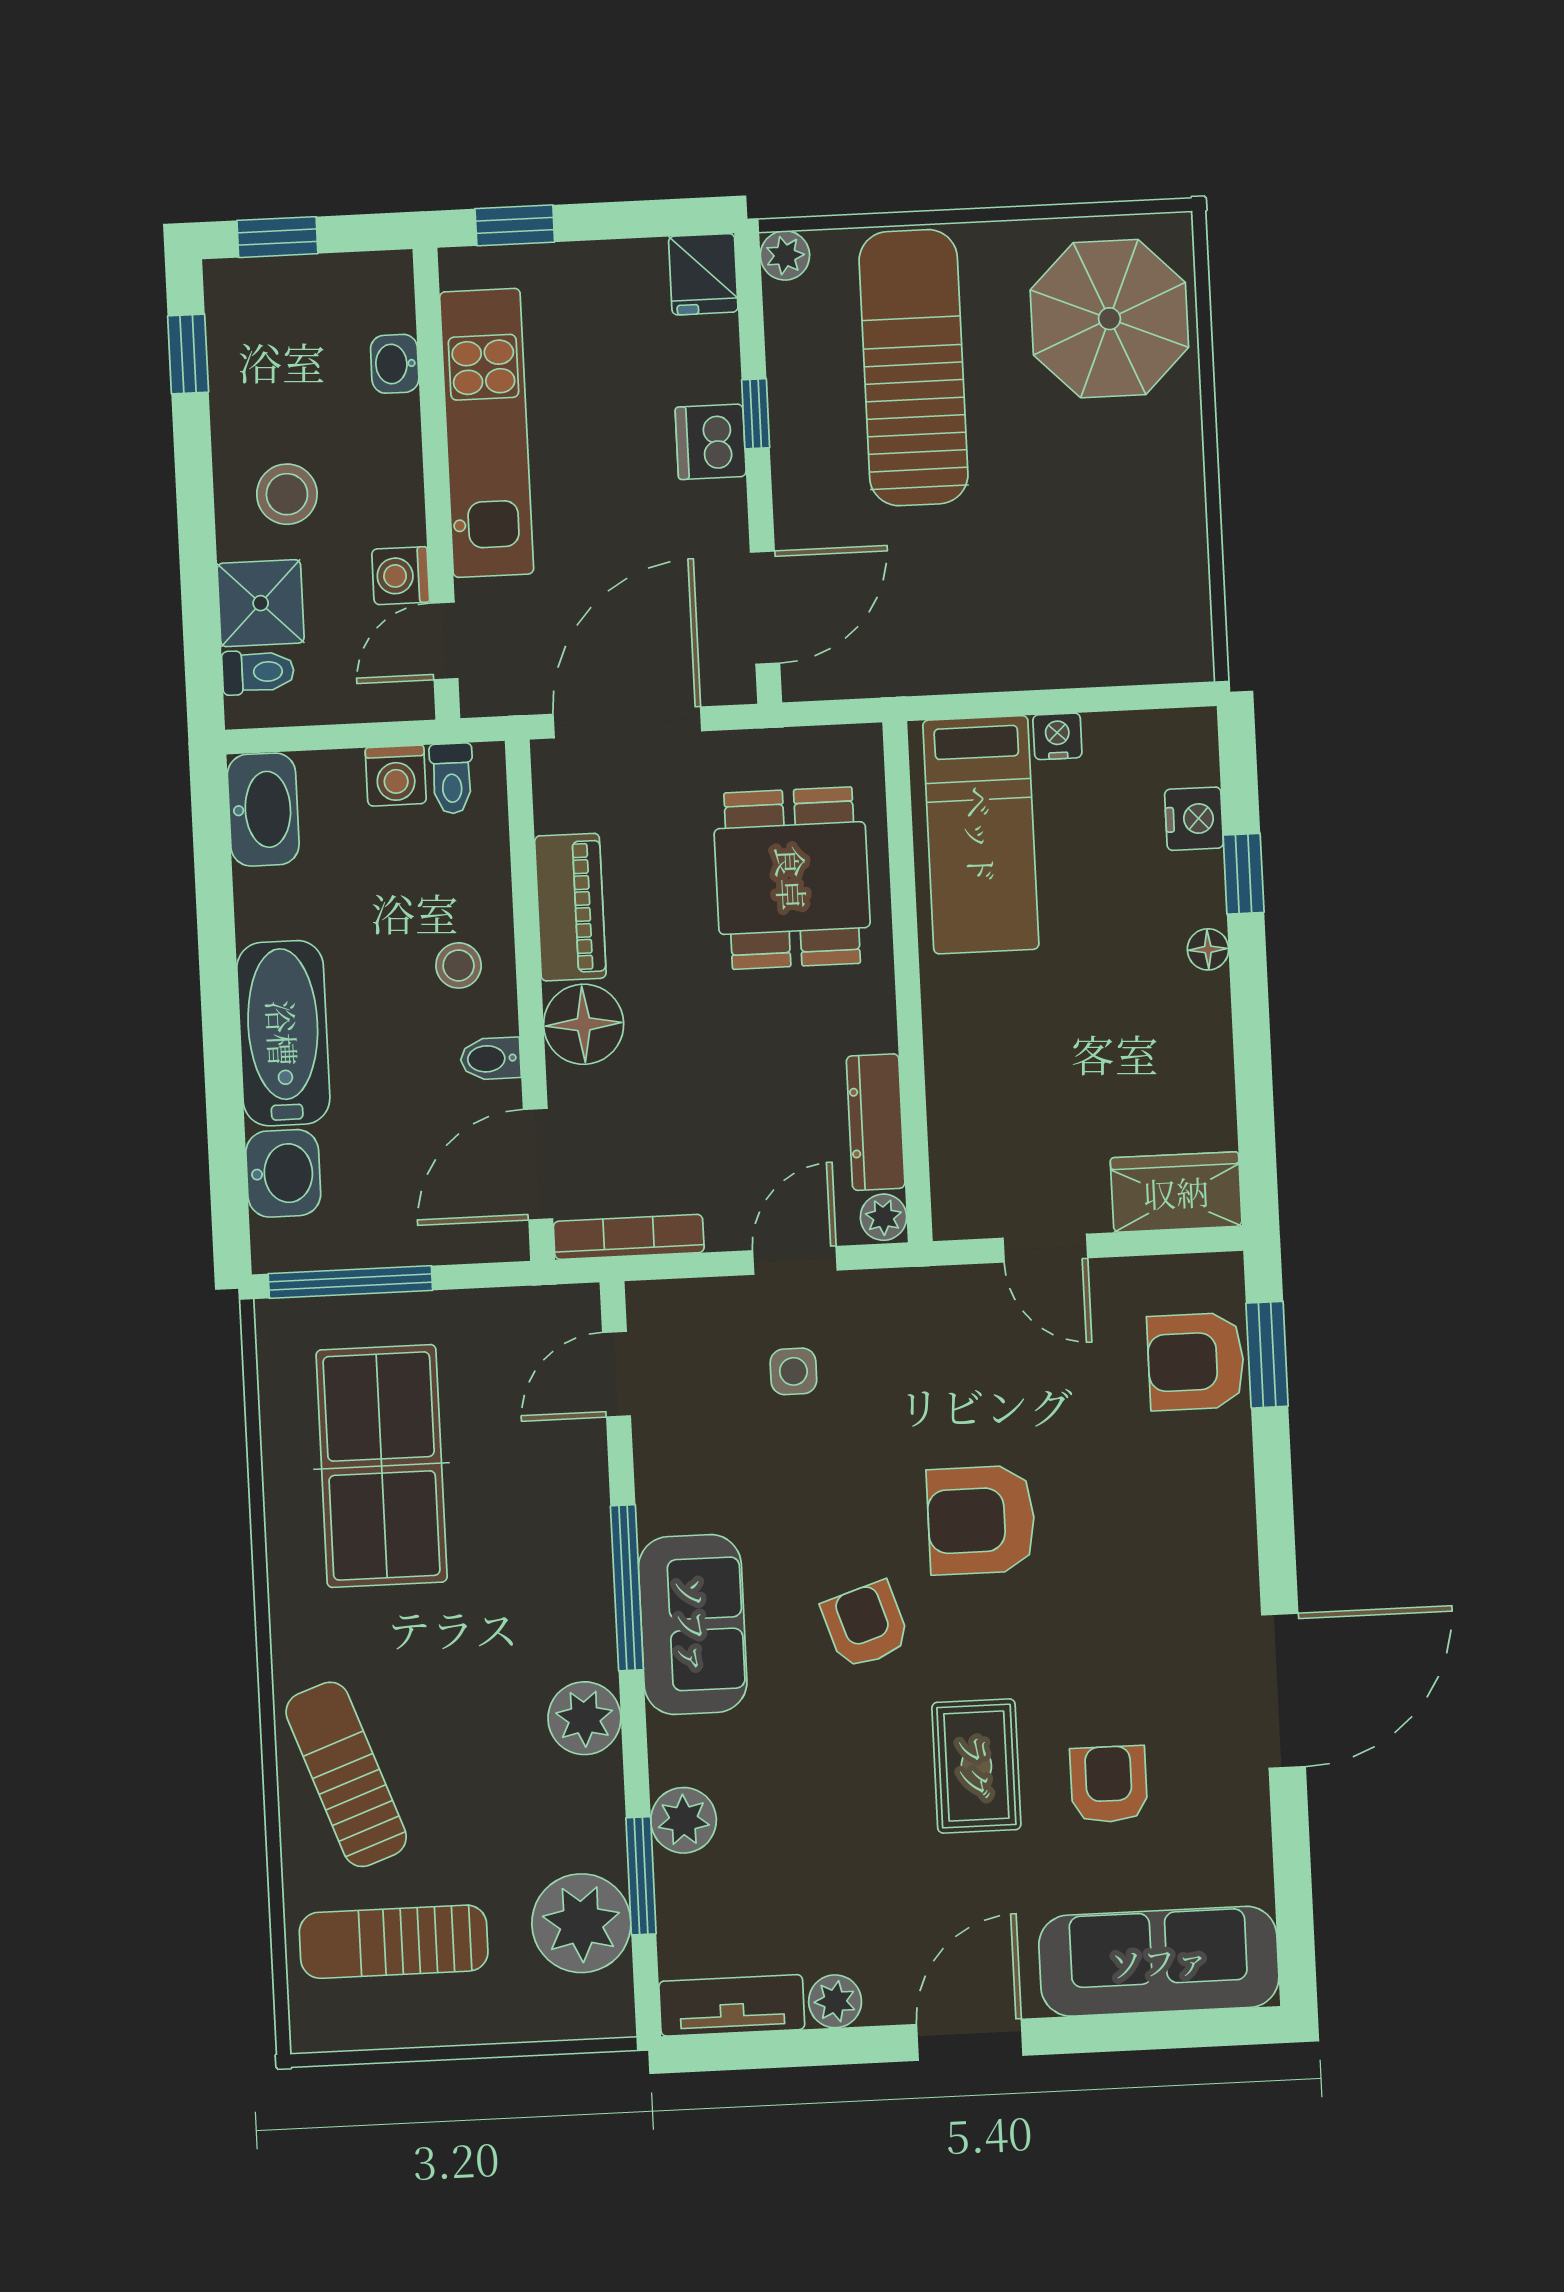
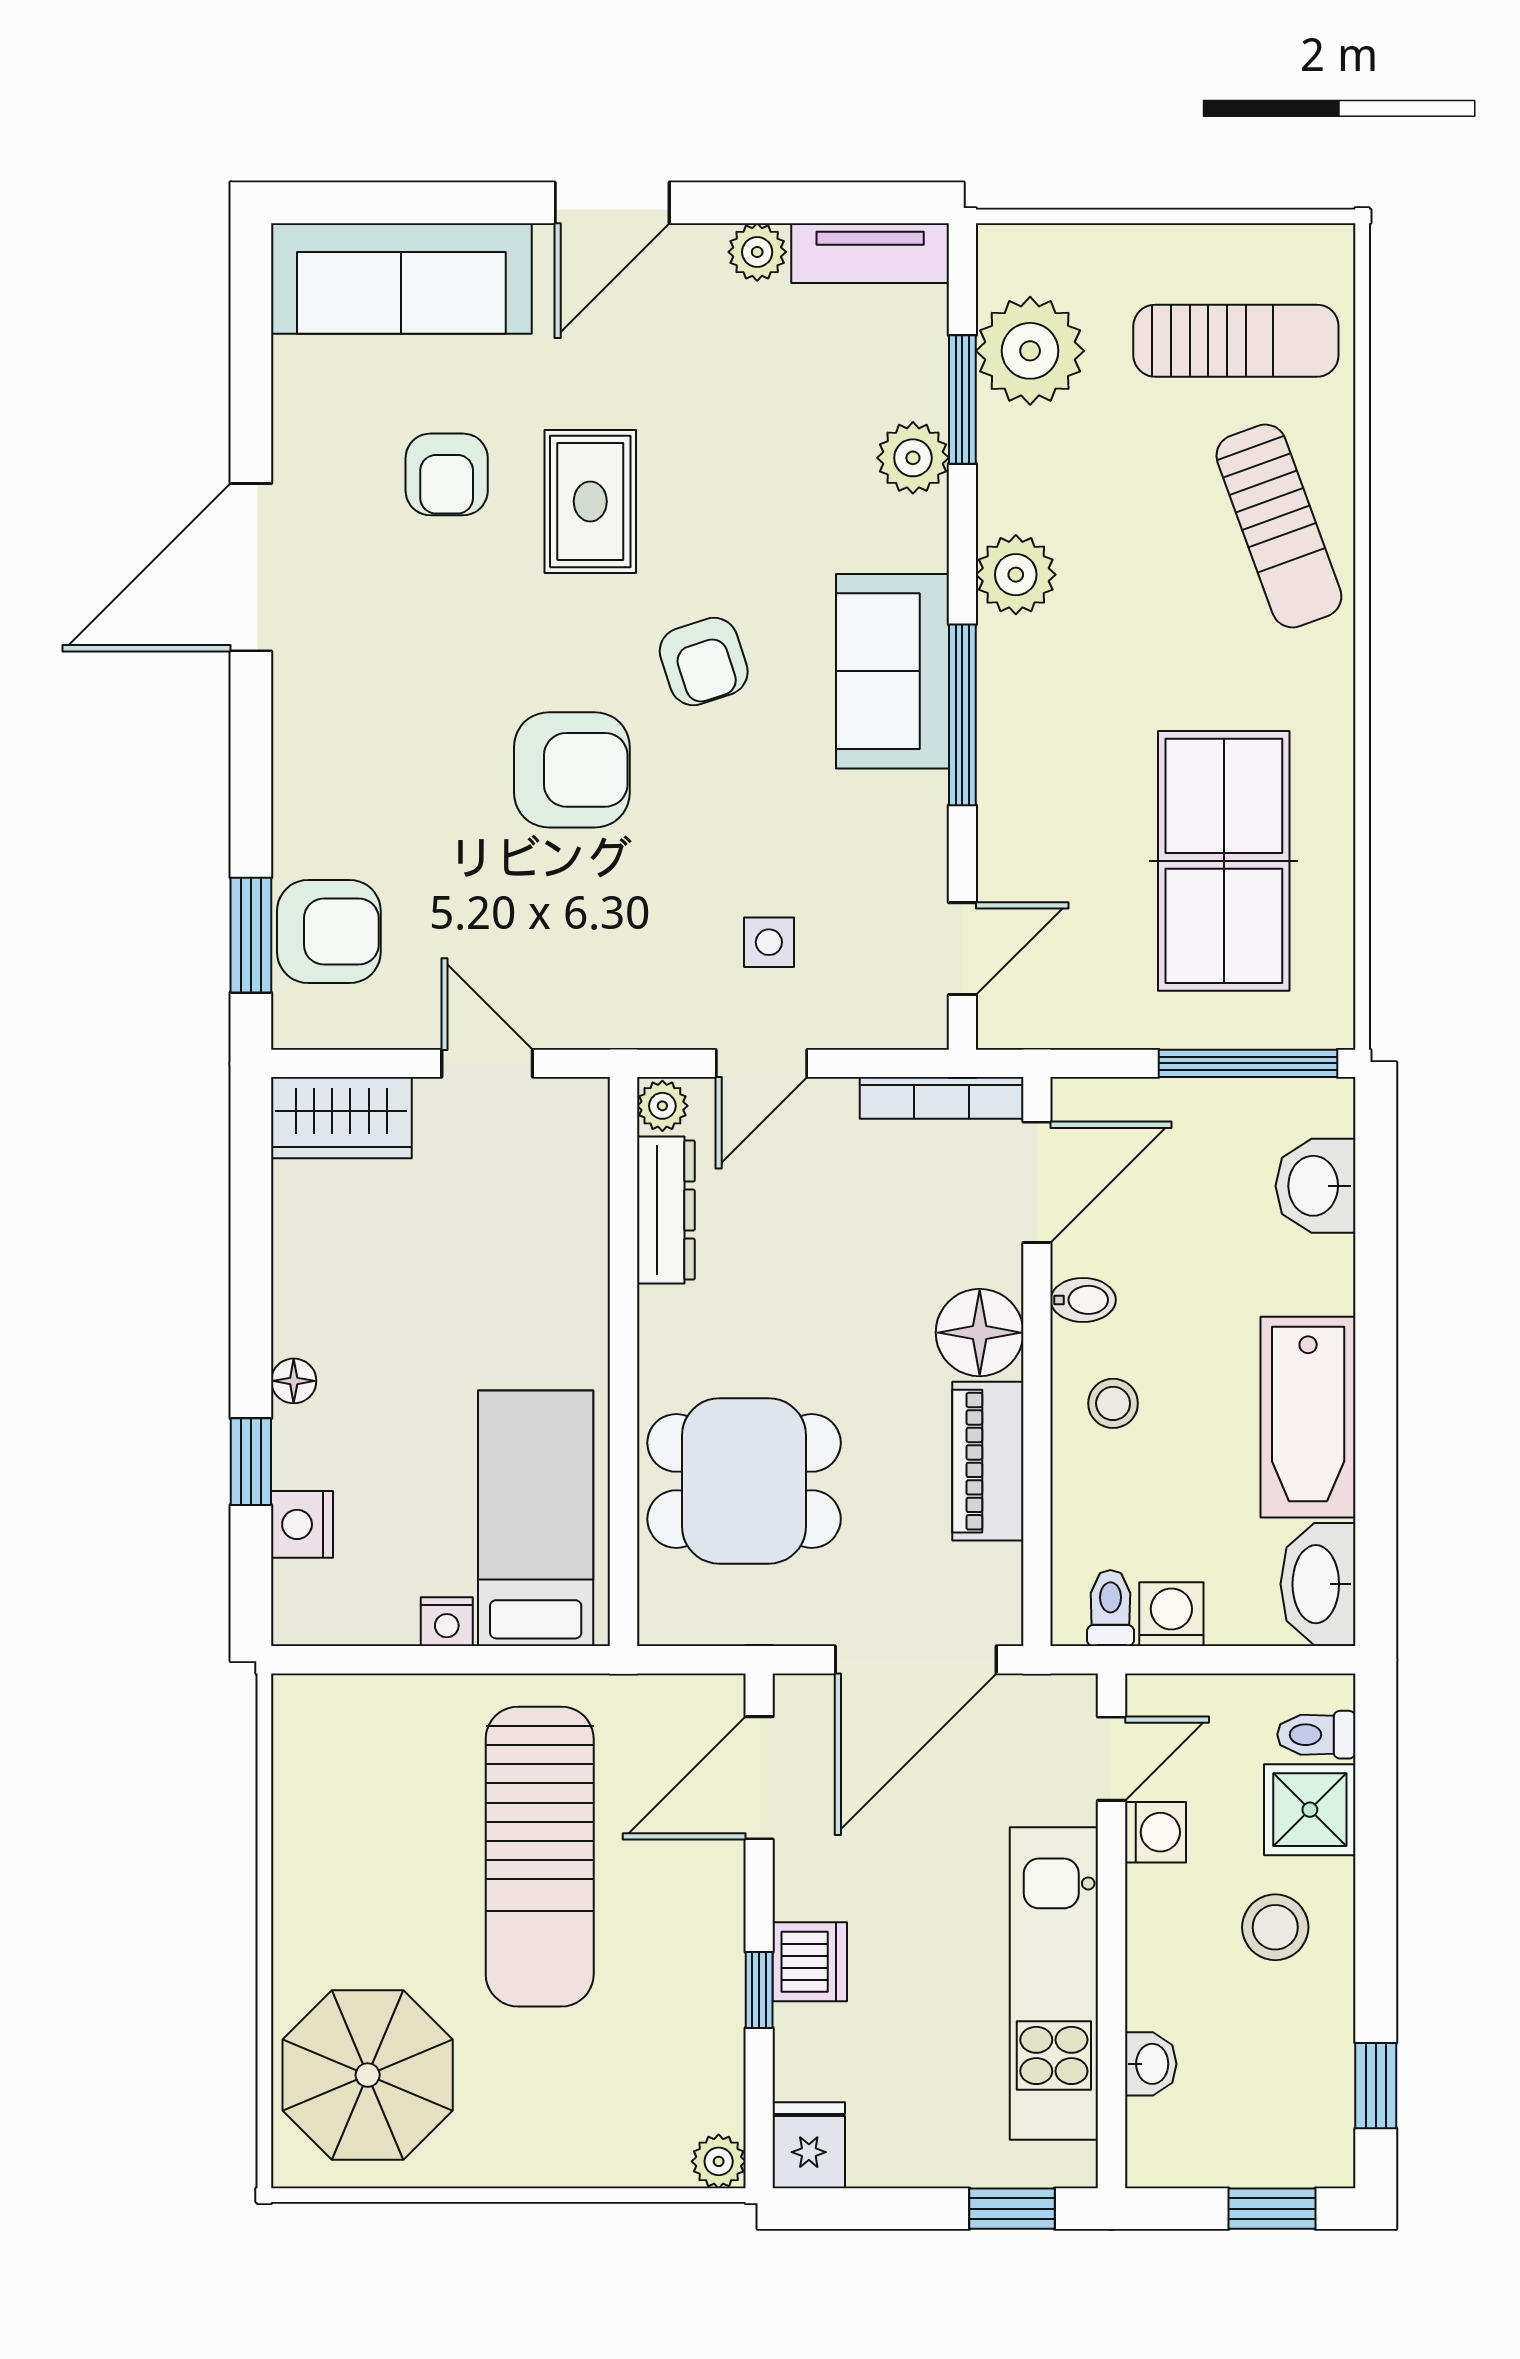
sun lounger: (914, 368) -> (540, 1857), moved
dining table: (792, 878) -> (744, 1481), turned 90
bathtub: (283, 1033) -> (1308, 1417), moved

